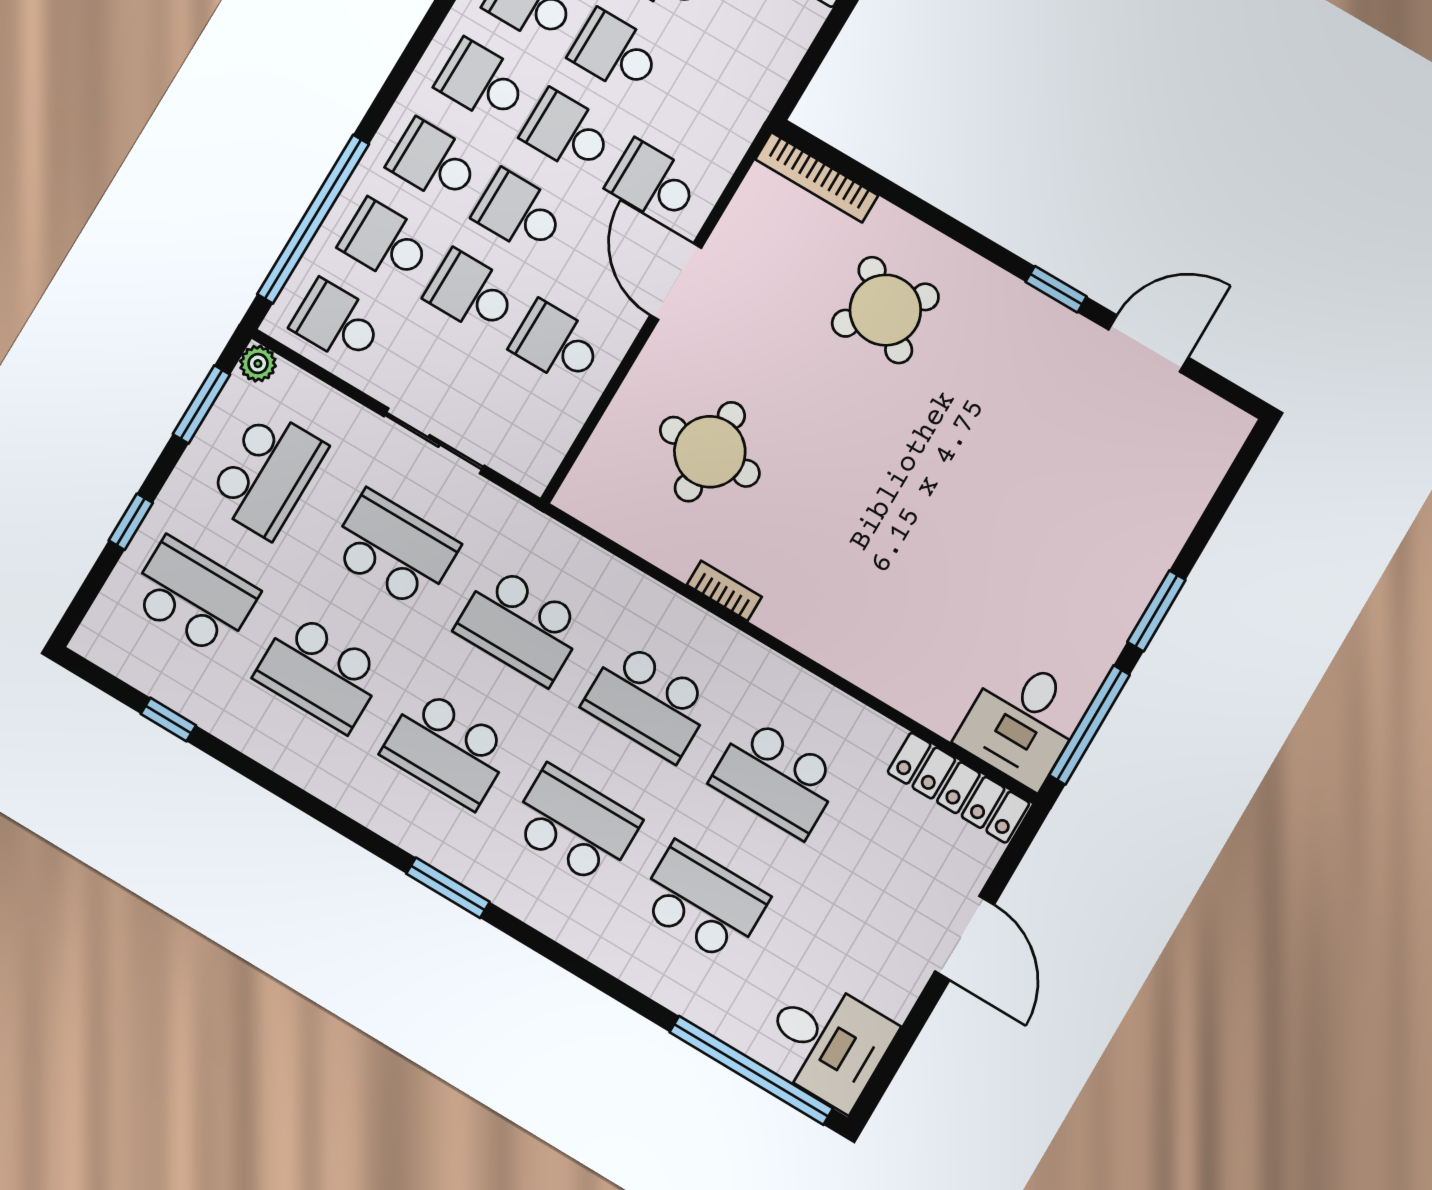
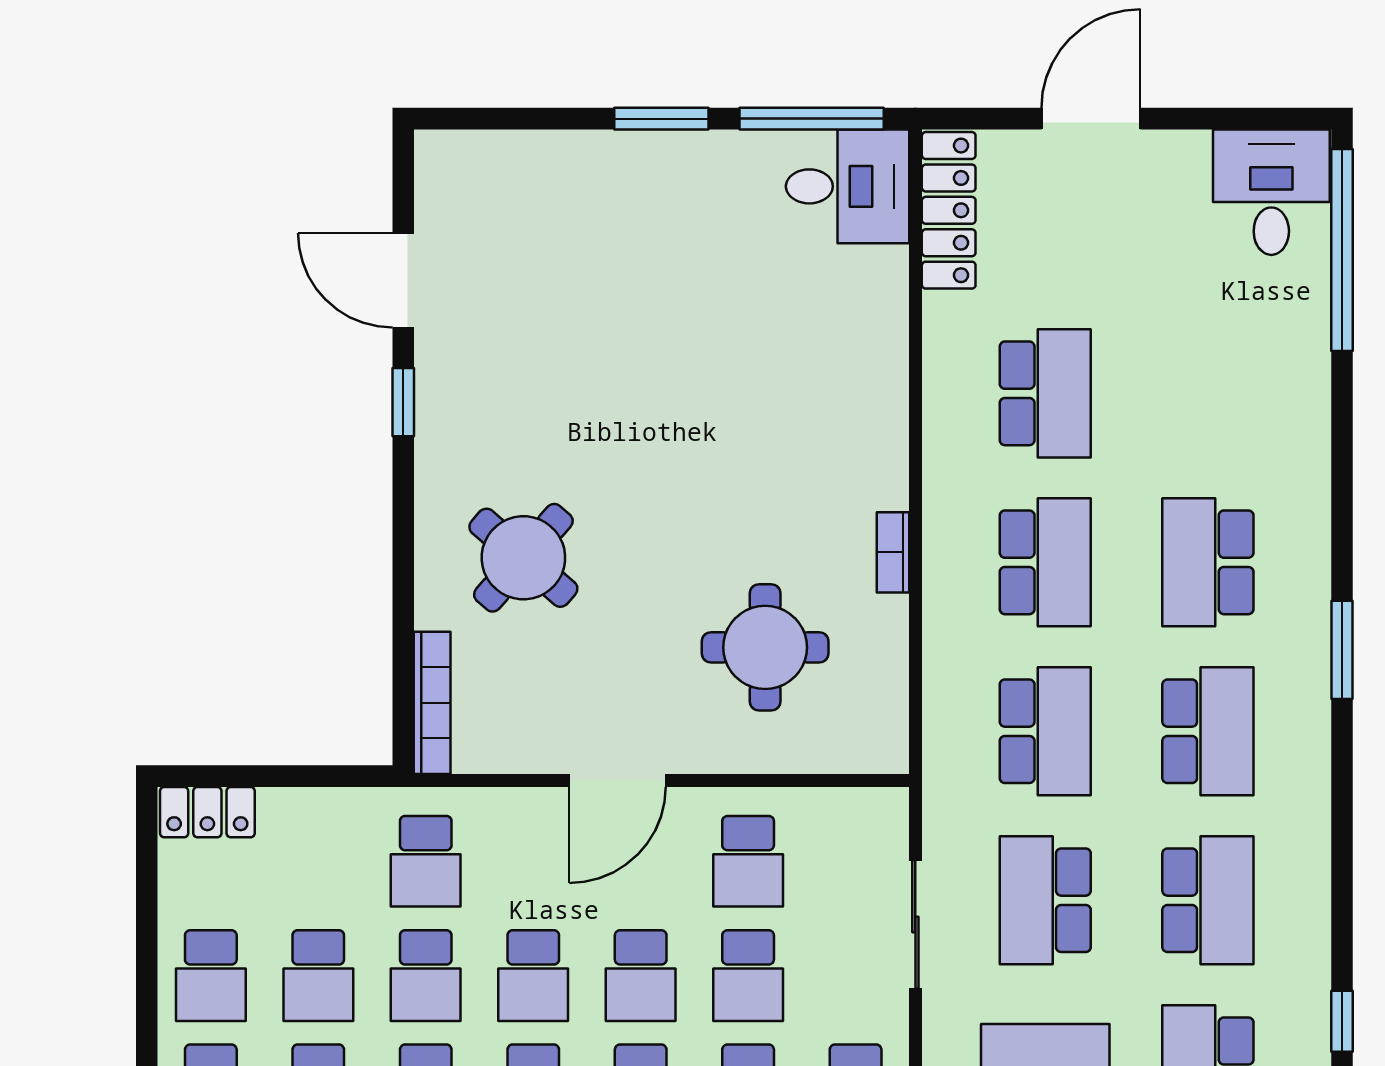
school desk: (653, 183) -> (426, 861), moved
school desk: (703, 902) -> (1208, 393), removed

